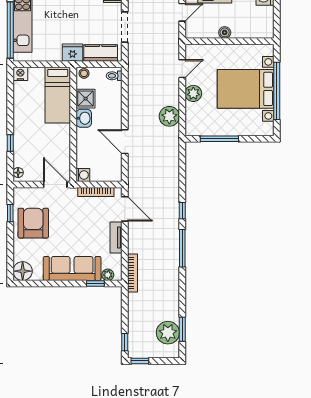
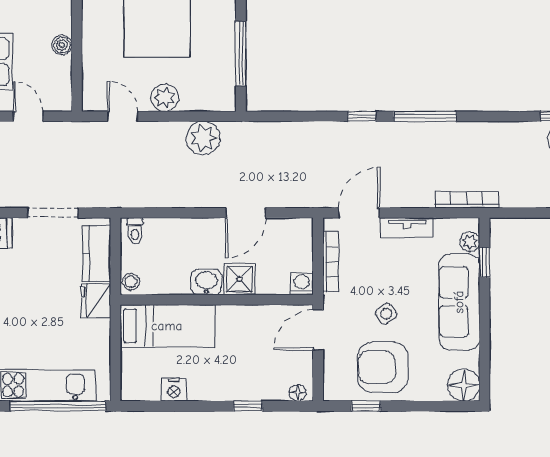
nightstand: (20, 74) -> (174, 390), moved, turned -90
shower: (86, 99) -> (239, 279), moved
side table: (65, 225) -> (386, 314), added

